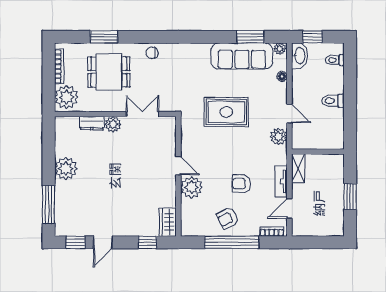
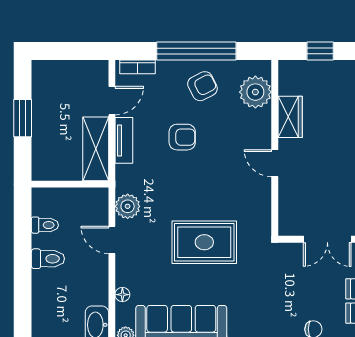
toilet: (335, 60) -> (45, 225), moved
shelving: (298, 168) -> (96, 149), width x1.50, depth x1.33
plant: (191, 187) -> (255, 92), moved
wardrobe: (168, 222) -> (290, 117), moved

